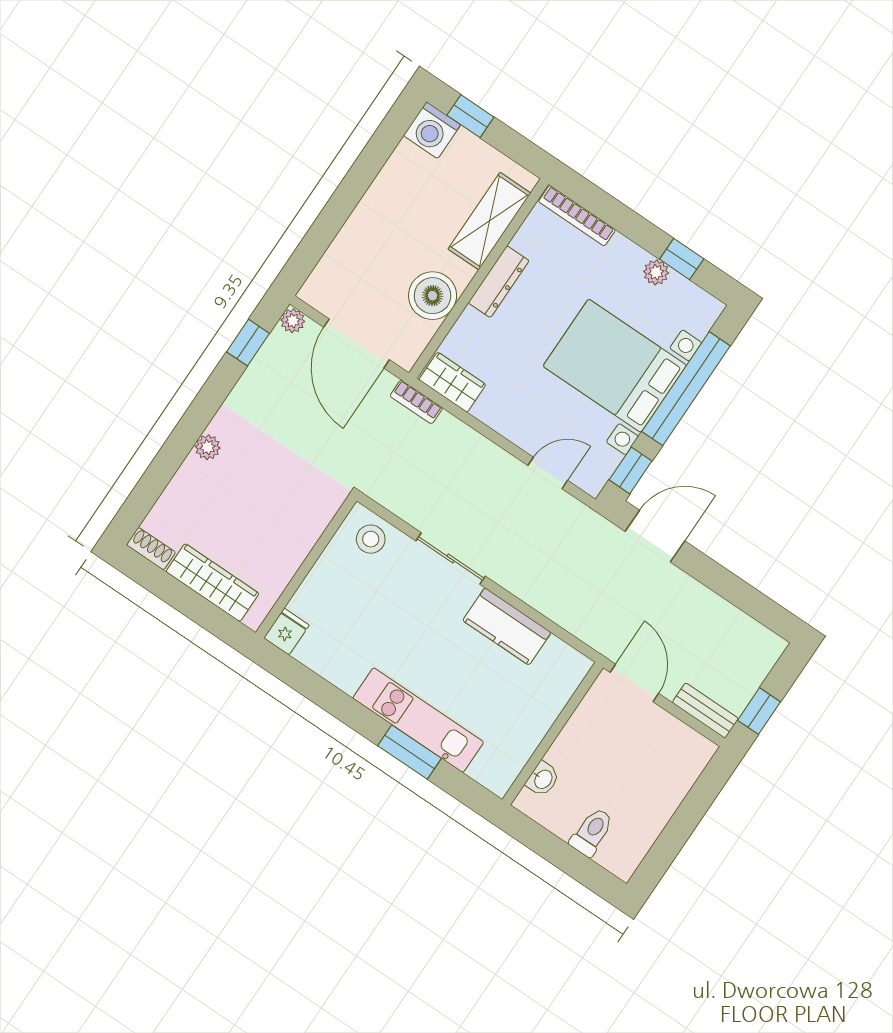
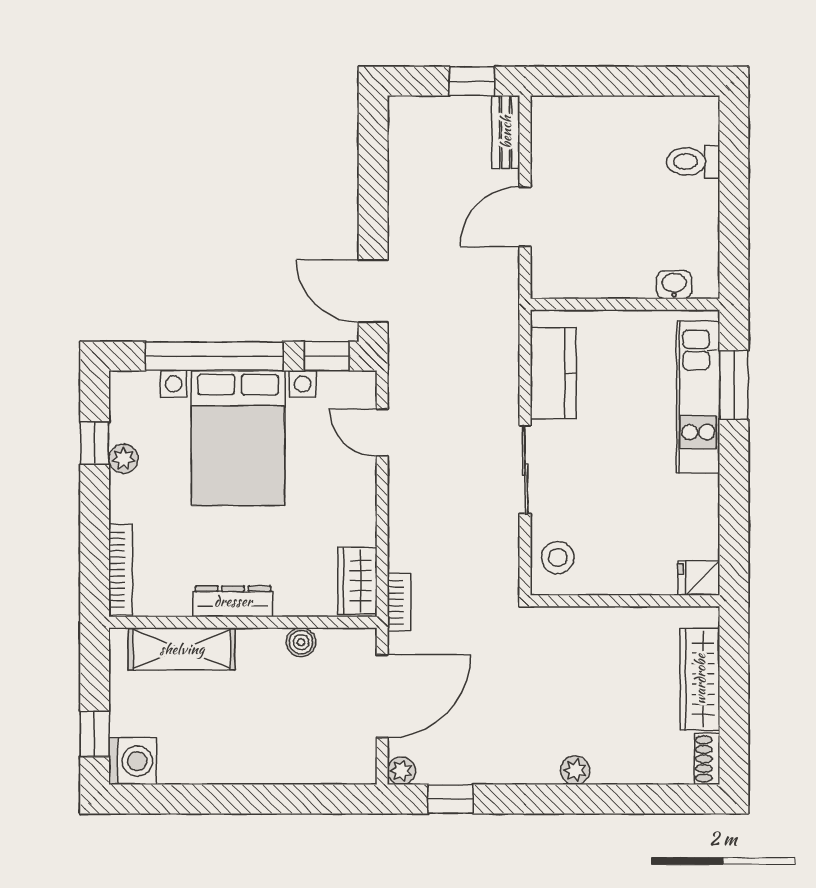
boiler: (433, 296) -> (301, 642), width x0.54, depth x0.54
wall: (553, 734) -> (625, 304), moved
washbasin: (543, 779) -> (674, 285), moved

